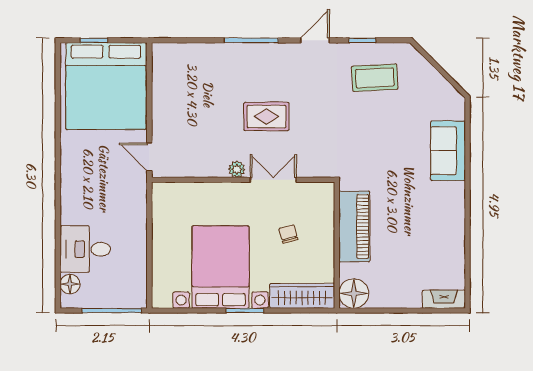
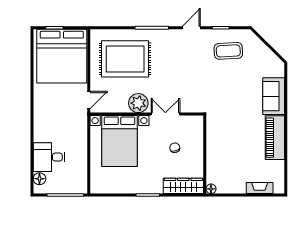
rug: (266, 116) -> (125, 59), moved, width x1.86, depth x2.06
door: (149, 157) -> (89, 100), swing flipped
plant: (237, 169) -> (138, 103), width x1.87, depth x1.87
piano: (354, 226) -> (275, 138), moved, turned 180
bed with nightstands: (221, 267) -> (119, 141), moved, turned 180
floor lamp: (354, 293) -> (211, 189), width x0.53, depth x0.53
fireplace: (444, 299) -> (260, 188), moved

